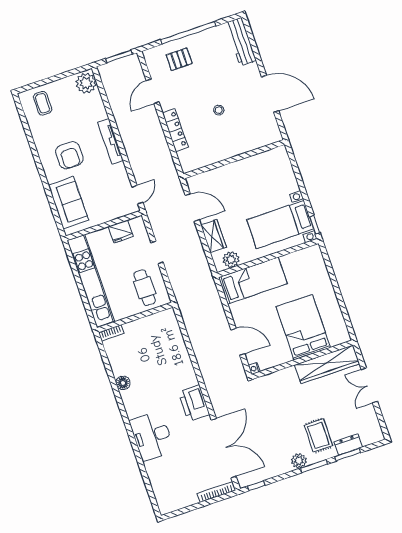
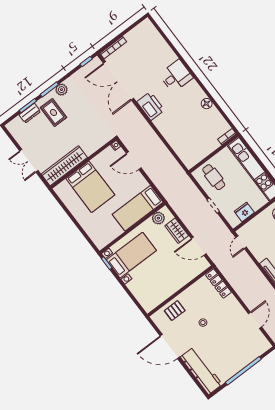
workbench: (241, 42) -> (201, 371), width x1.36, depth x1.32
pallet: (179, 59) -> (175, 311), moved
locker: (175, 130) -> (218, 284), moved
double door: (369, 385) -> (29, 161), swing flipped
desk: (152, 436) -> (176, 76), width x0.73

